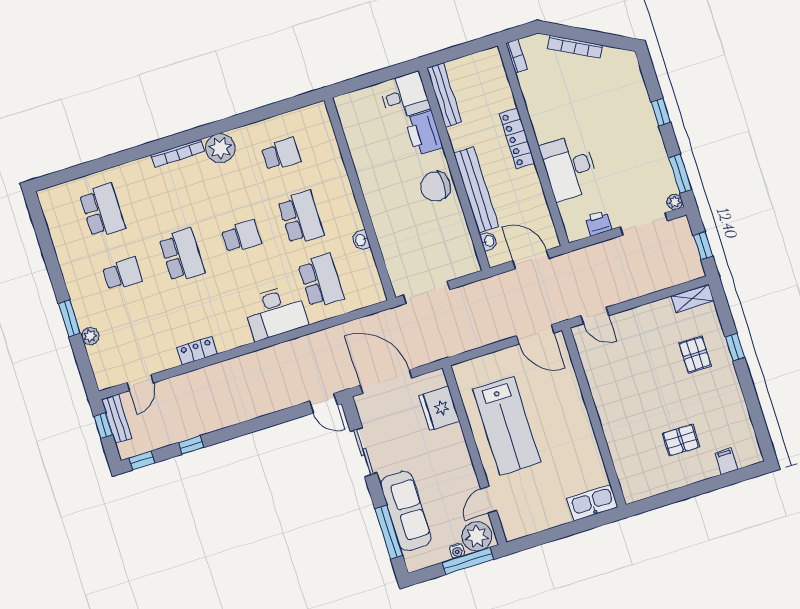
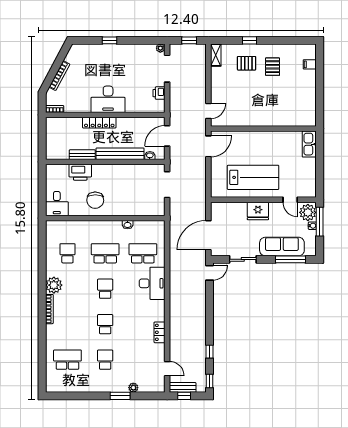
bench: (444, 95) -> (82, 155), moved, width x0.73
desk: (404, 96) -> (57, 204), moved, turned 180
desk: (569, 167) -> (108, 99), moved
window: (680, 174) -> (146, 40), removed
chair: (436, 187) -> (95, 200), moved
school desk: (182, 255) -> (105, 324), width x0.54
doorway: (426, 292) -> (167, 185), moved
fridge: (439, 408) -> (258, 211), moved
pallet: (681, 440) -> (273, 67), moved

